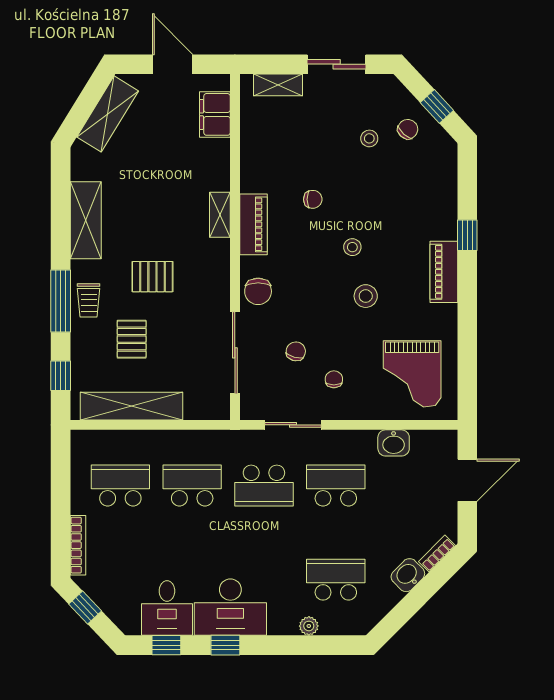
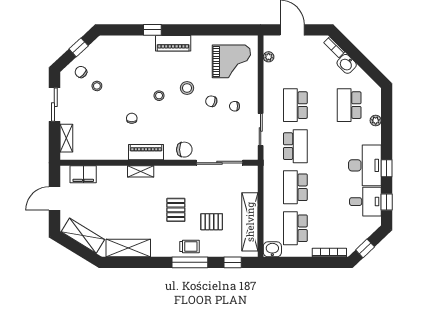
chair: (408, 129) -> (81, 72), moved
shelving: (86, 220) -> (128, 248), moved
chair: (296, 351) -> (211, 101), moved
plant: (420, 439) -> (269, 57), added
washbasin: (394, 443) -> (272, 249), moved, turned -90

